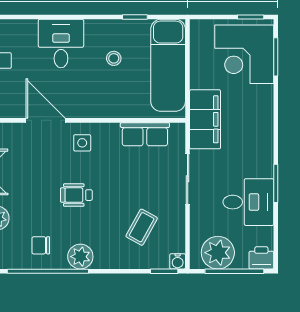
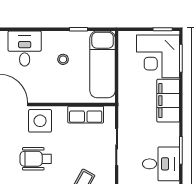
filing cabinet: (205, 119) -> (168, 101), moved, turned 180
side table: (82, 143) -> (40, 121), width x1.87, depth x1.87
wheelchair: (76, 195) -> (36, 159), width x1.36, depth x1.37

